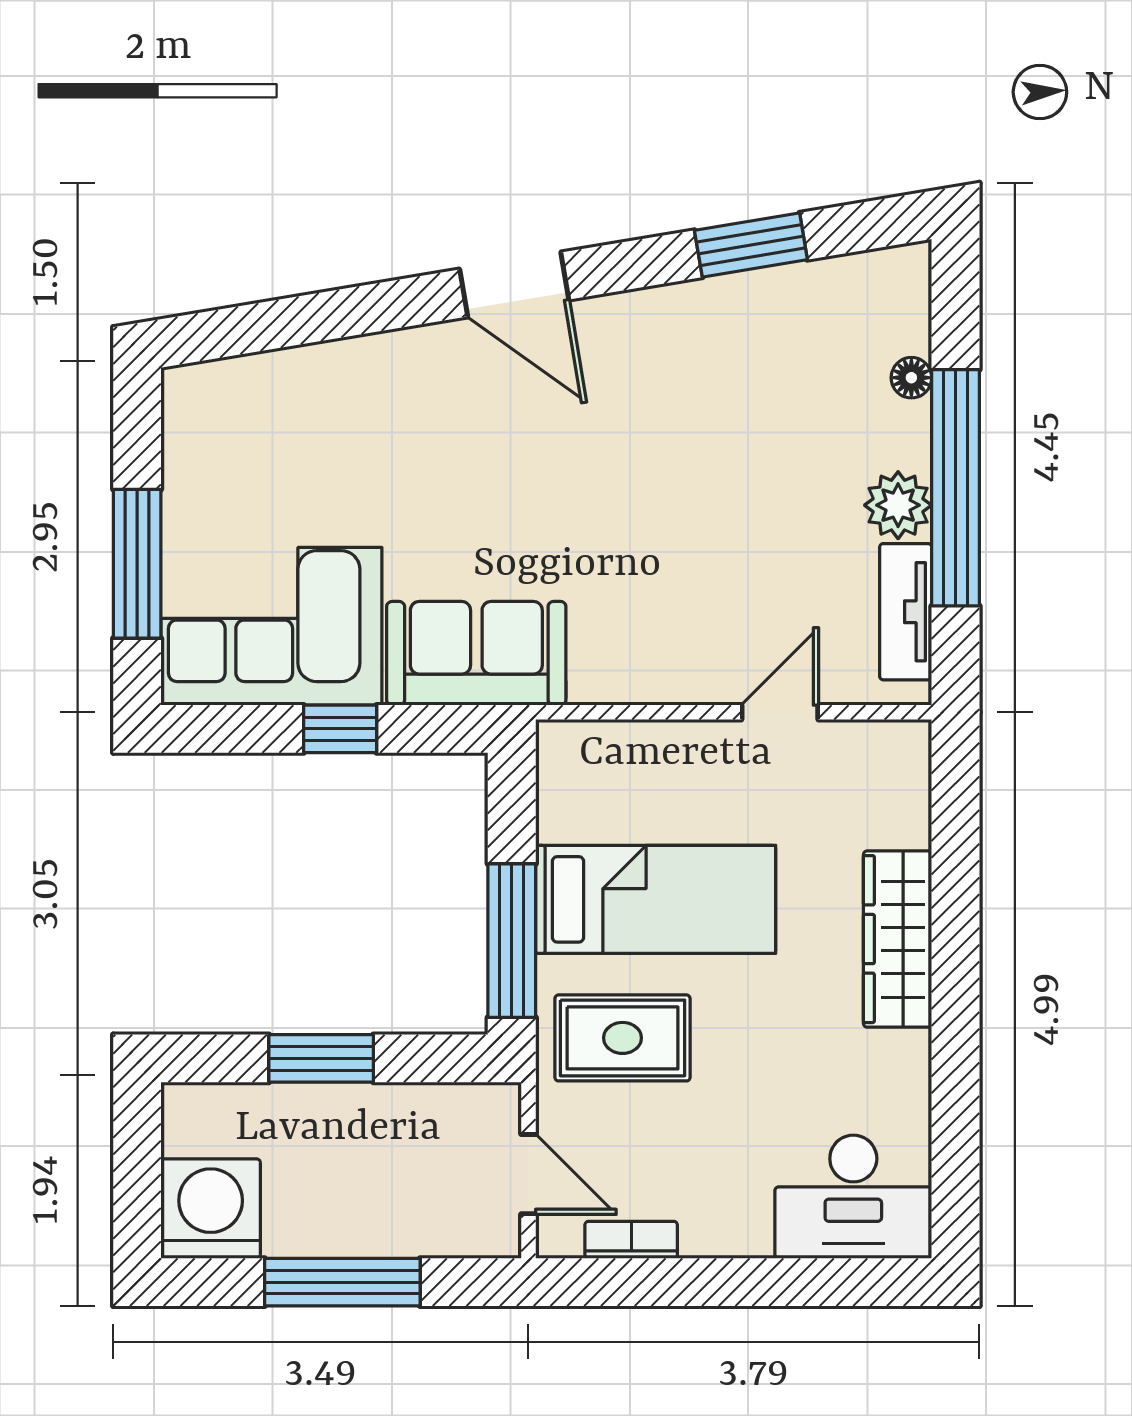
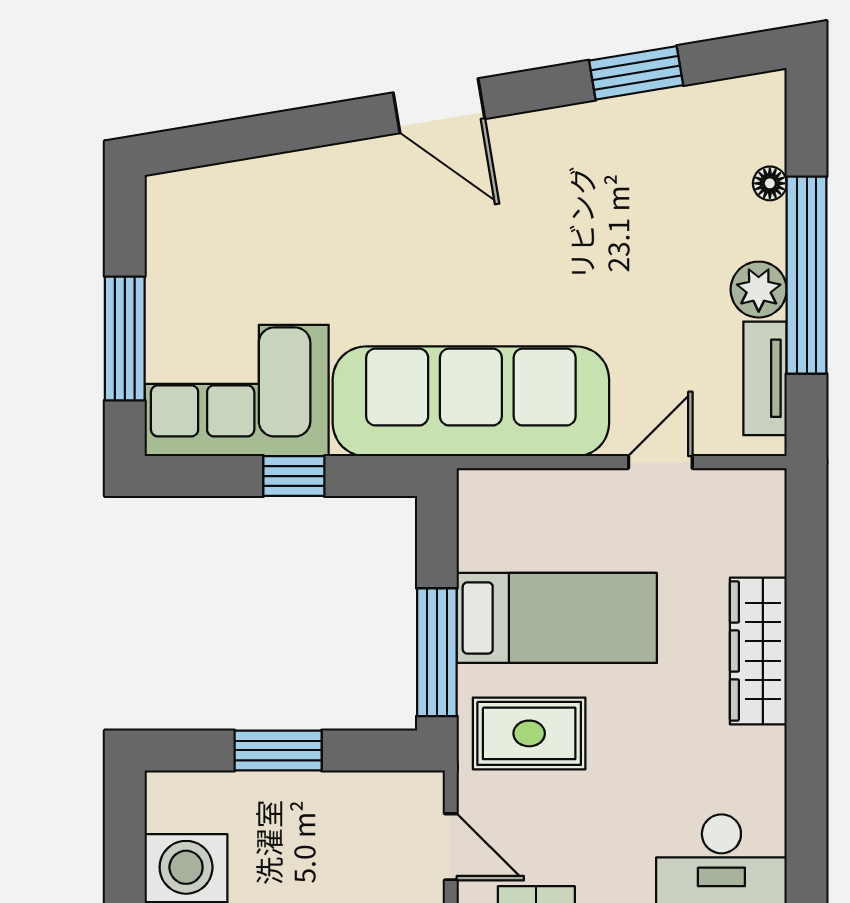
sofa: (476, 653) -> (471, 401), width x1.85, depth x1.27

